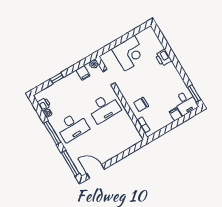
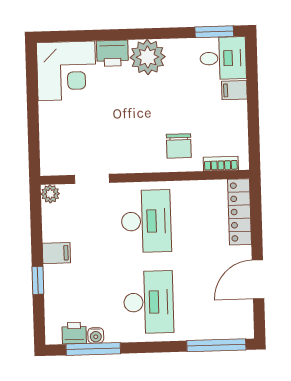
corner desk: (129, 53) -> (66, 71), moved, turned 90
filing cabinet: (83, 73) -> (56, 253), moved
plant: (170, 73) -> (148, 57), added
window: (52, 133) -> (93, 349), moved
locker: (128, 143) -> (240, 212), added
door: (96, 171) -> (258, 279), moved

